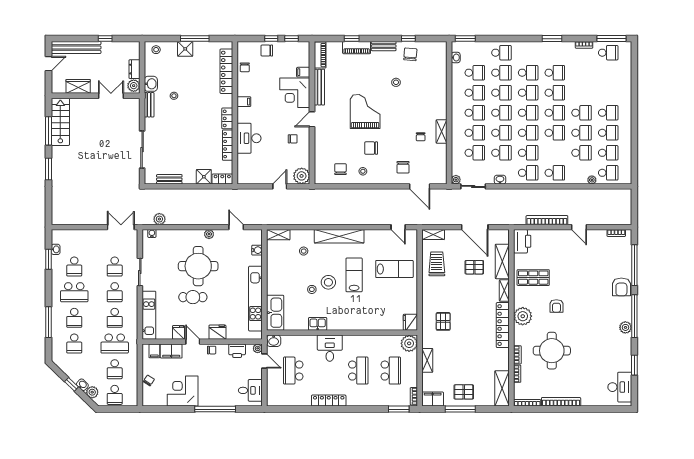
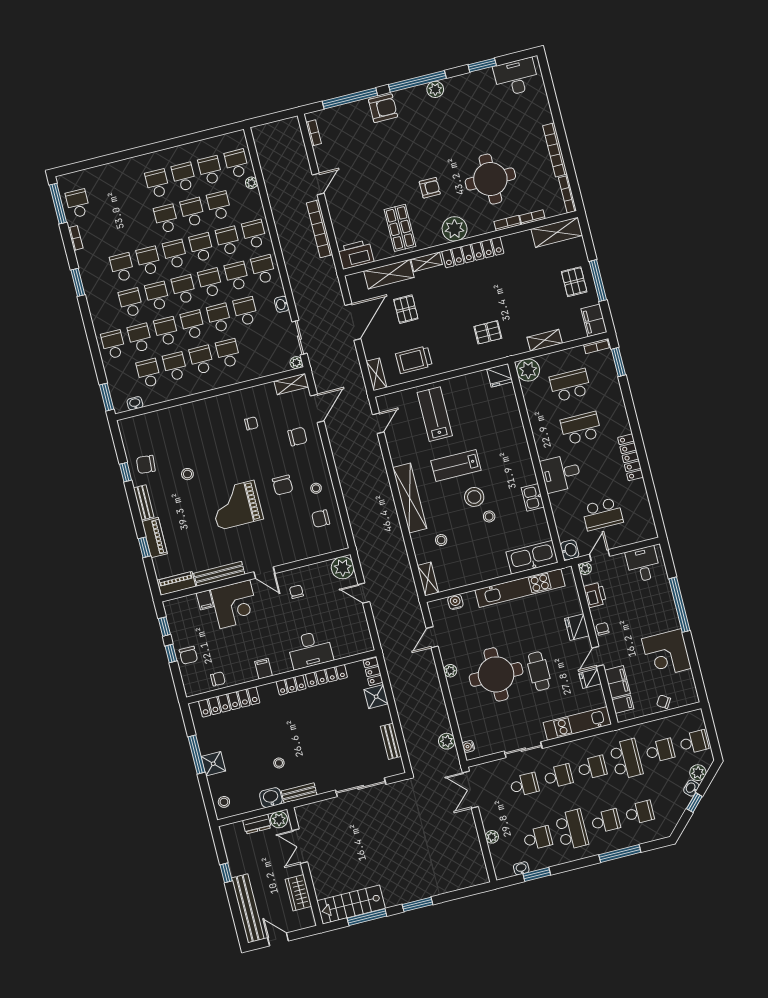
shelving: (442, 131) -> (291, 384), moved
school desk: (475, 153) -> (228, 241), moved
plant: (83, 234) -> (492, 837), added

